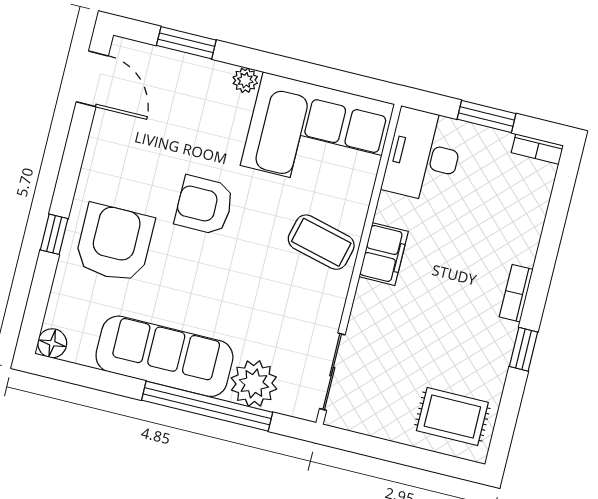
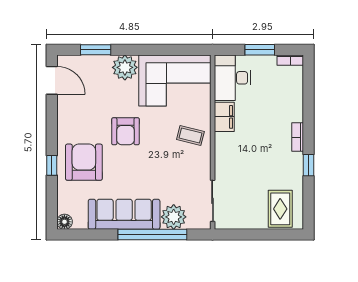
plant: (245, 80) -> (125, 67), width x1.88, depth x1.88
armchair: (204, 205) -> (125, 131), turned -90
coffee table: (321, 242) -> (190, 136), width x0.73, depth x0.77
filing cabinet: (384, 254) -> (224, 117), moved
rug: (452, 417) -> (280, 209), turned 90

